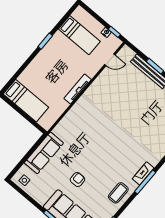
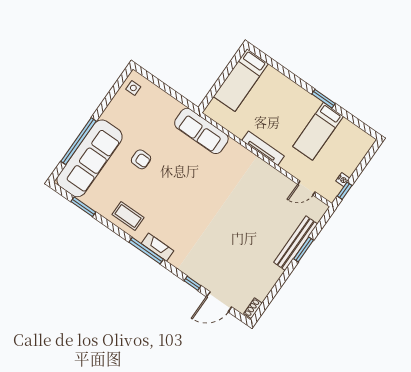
bed: (79, 35) -> (318, 131), moved
door: (110, 60) -> (306, 188), hinge flipped
sofa: (44, 153) -> (201, 131), moved

